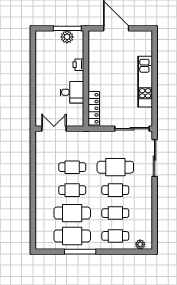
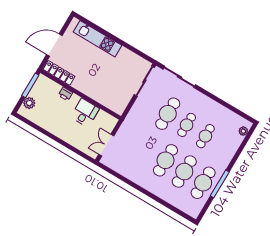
plant: (67, 37) -> (29, 103), moved
kitchen unit: (145, 82) -> (98, 39), moved
locker: (94, 108) -> (59, 73), moved
cafe table: (72, 167) -> (147, 149), removed
cafe table: (72, 190) -> (165, 160), width x1.37, depth x1.35
cafe table: (115, 236) -> (224, 147), removed

